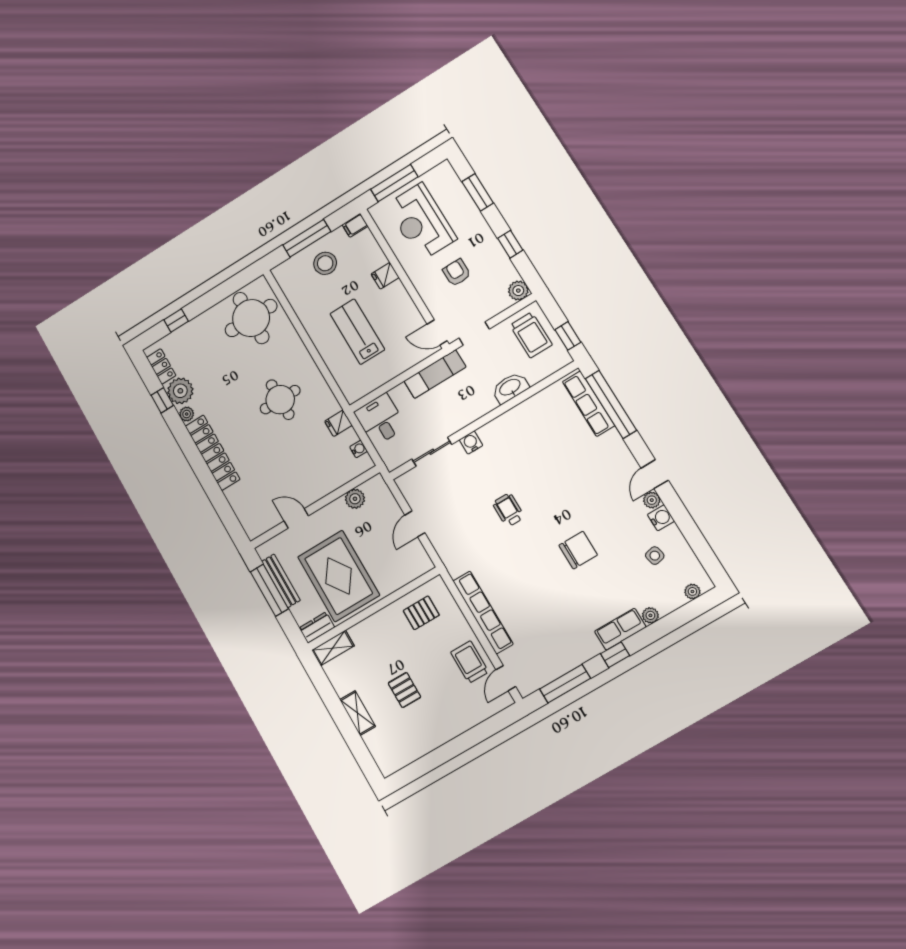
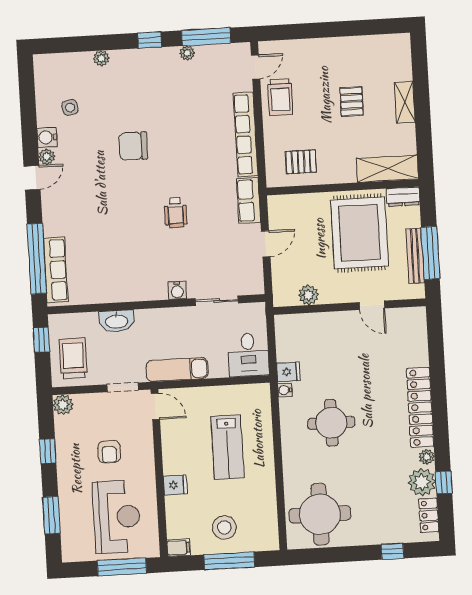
water cooler: (359, 449) -> (285, 390), moved
plant: (692, 591) -> (187, 53), moved
row of seats: (620, 629) -> (249, 200), moved, turned 90
shelving: (333, 648) -> (387, 169), width x1.50, depth x1.33

